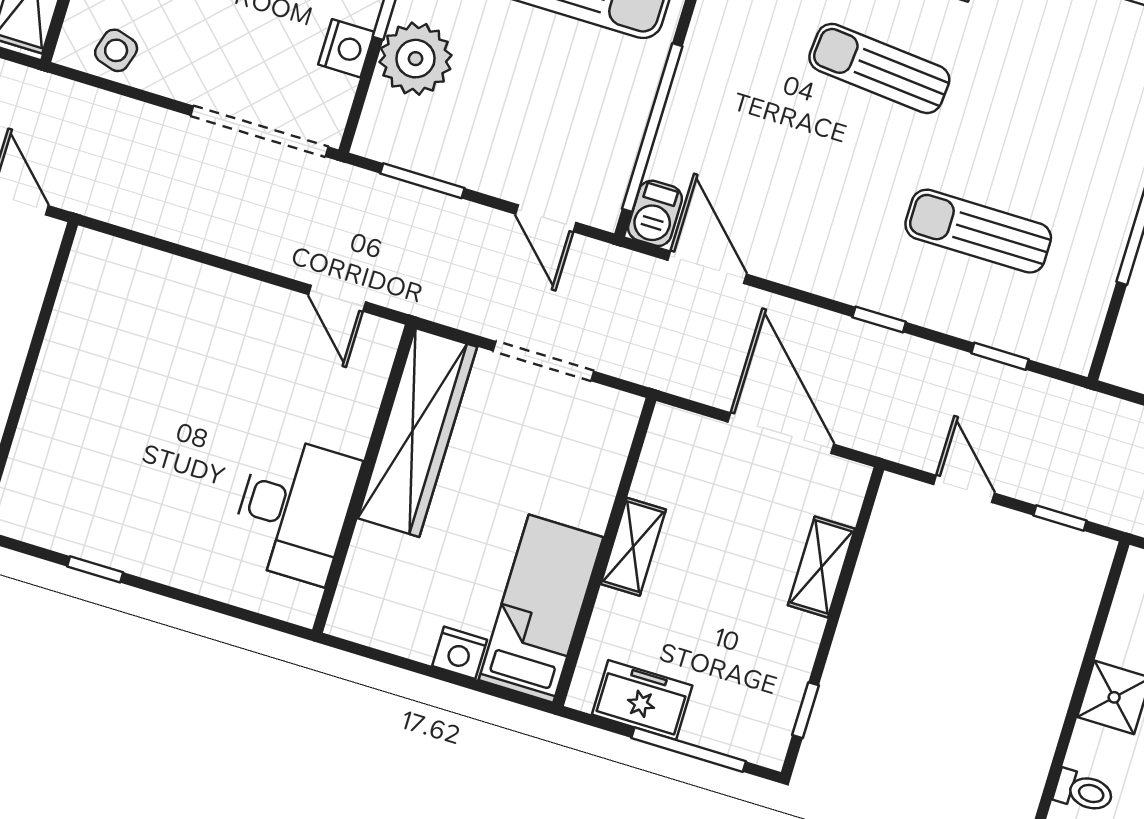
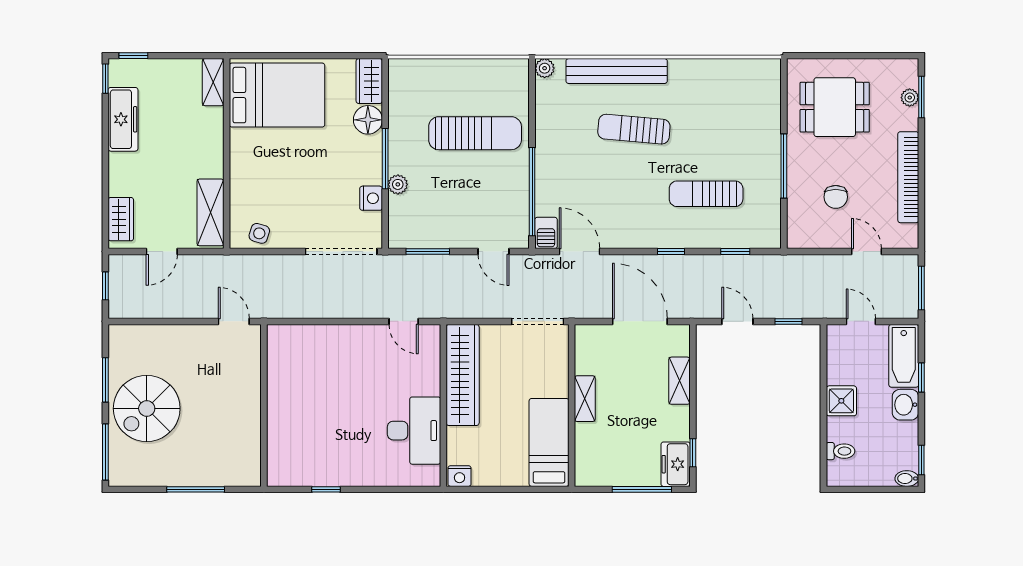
plant: (416, 59) -> (398, 184), width x0.53, depth x0.53
doorway: (544, 361) -> (538, 321), moved
nightstand: (460, 653) -> (460, 476), moved
freezer: (642, 700) -> (676, 464), moved, turned -90

